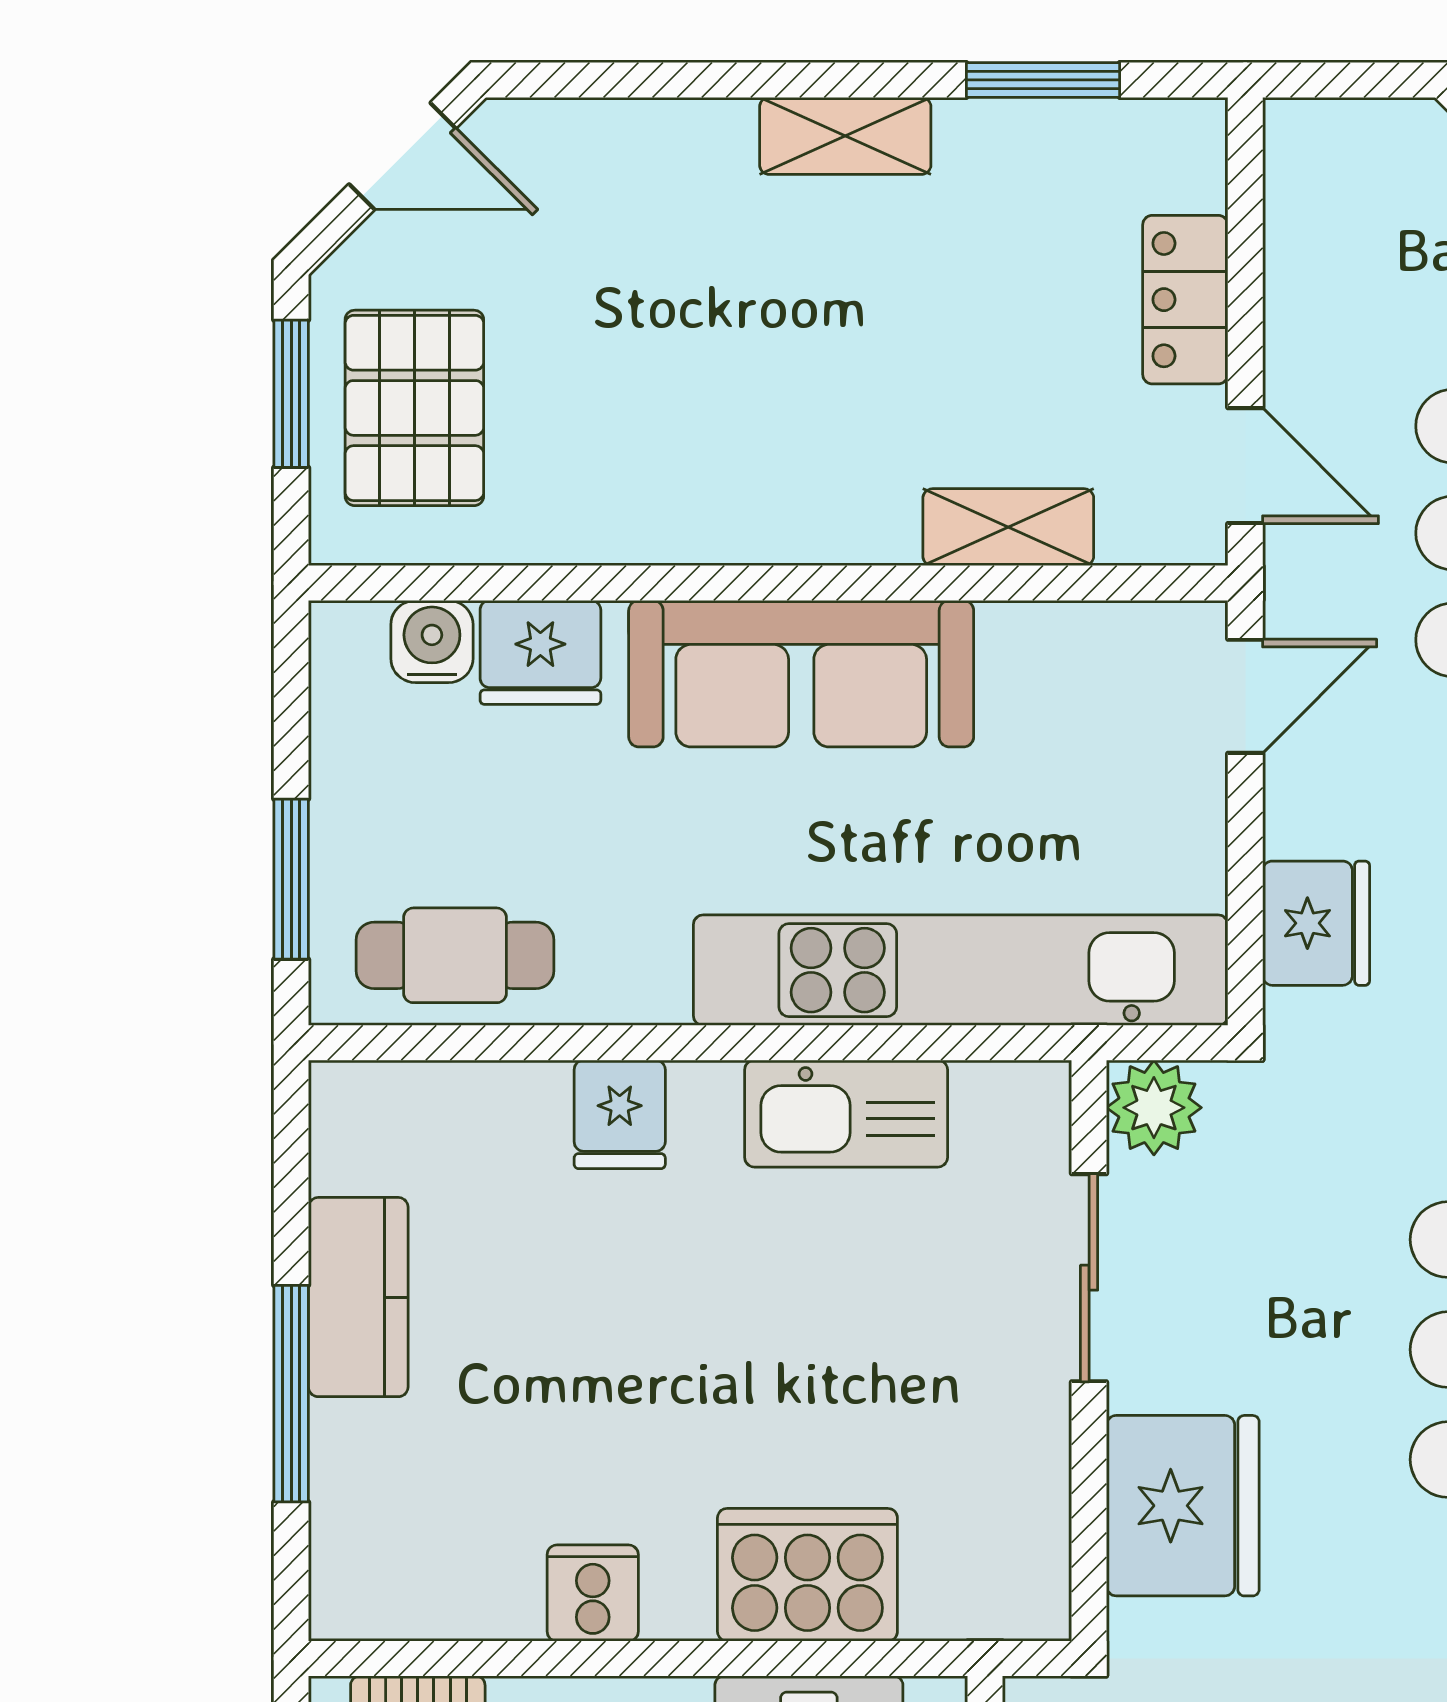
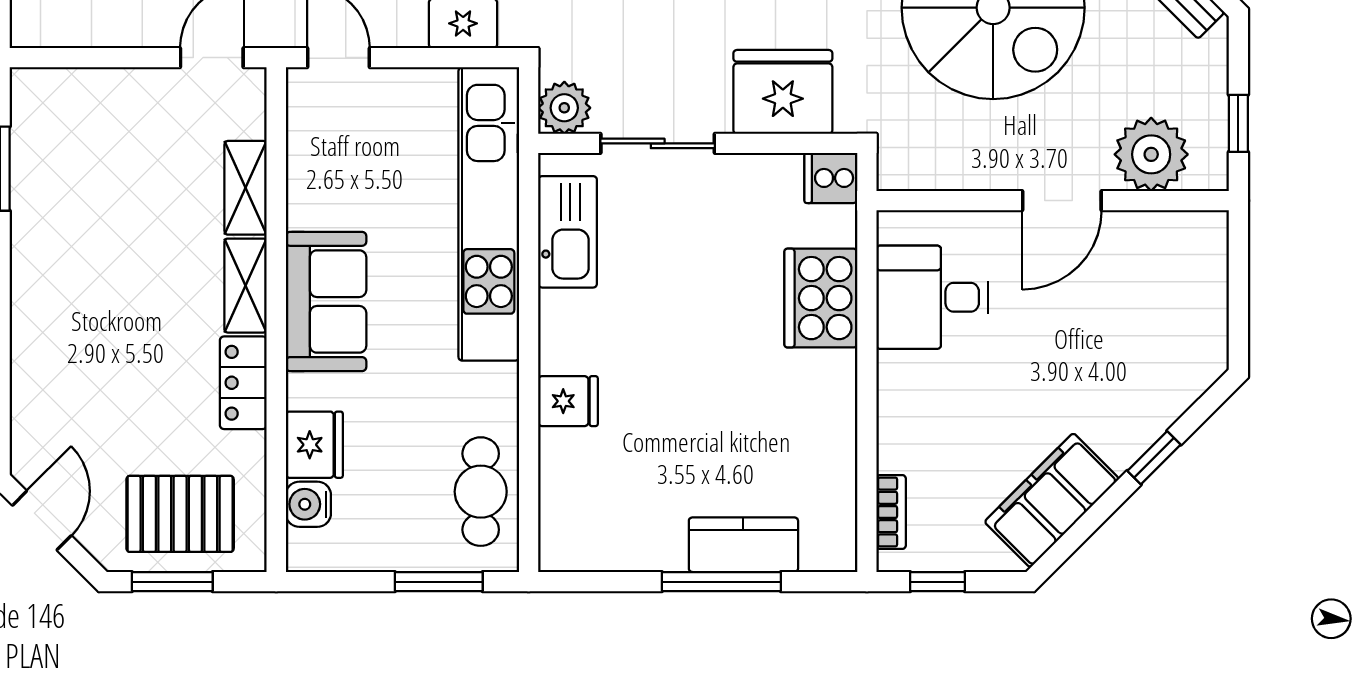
shelving: (845, 136) -> (246, 286), moved
locker: (1185, 300) -> (243, 383), moved, turned 90
sofa: (801, 674) -> (326, 301), width x0.73
kitchen sink: (846, 1114) -> (568, 232), moved
kitchen counter: (358, 1297) -> (743, 545), moved
cooker: (593, 1593) -> (831, 178), moved

